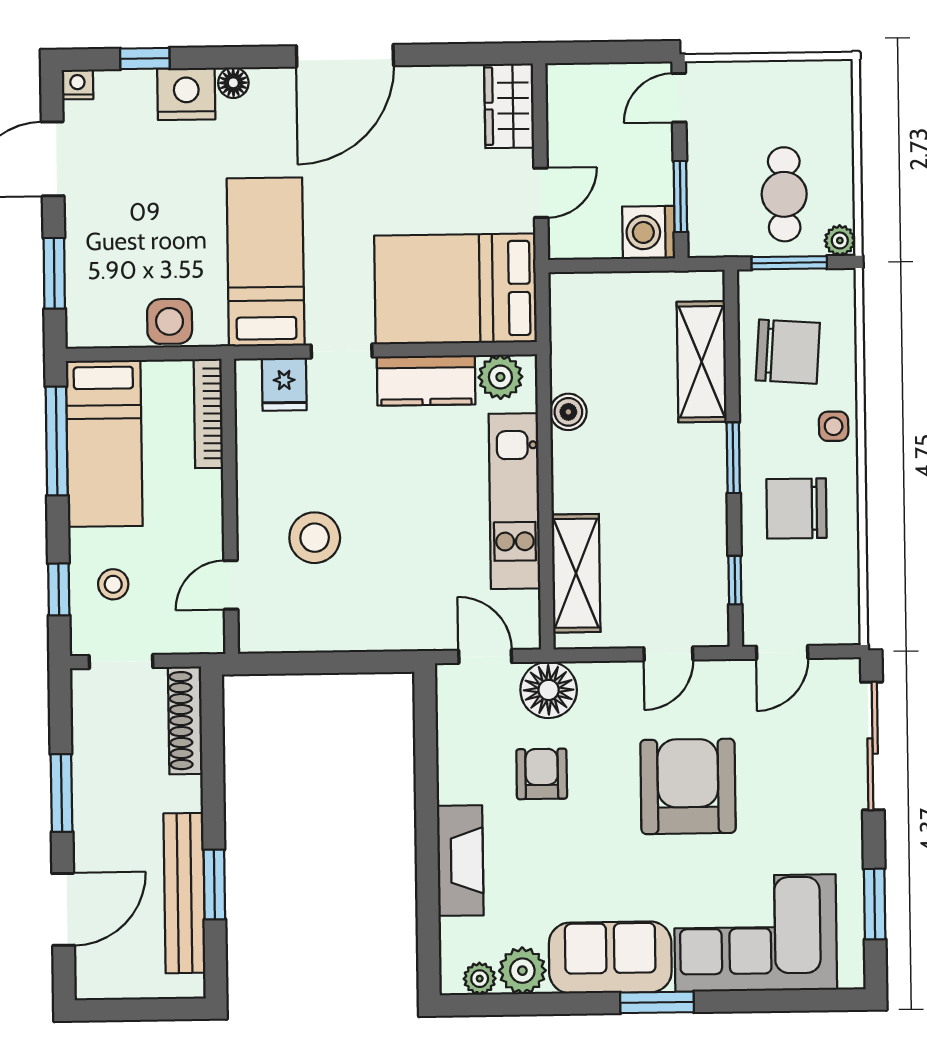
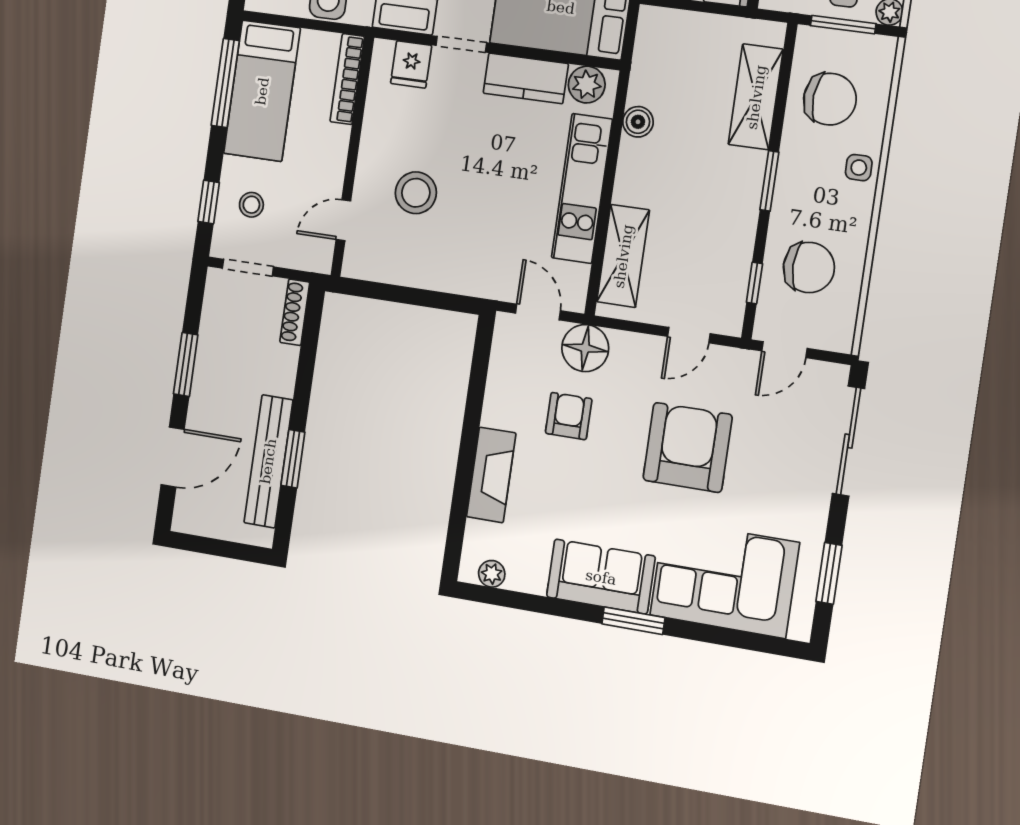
chair: (796, 508) -> (809, 267), moved, turned 180
shoe rack: (185, 720) -> (295, 312), width x0.74, depth x0.81
plant: (522, 971) -> (527, 574), removed

